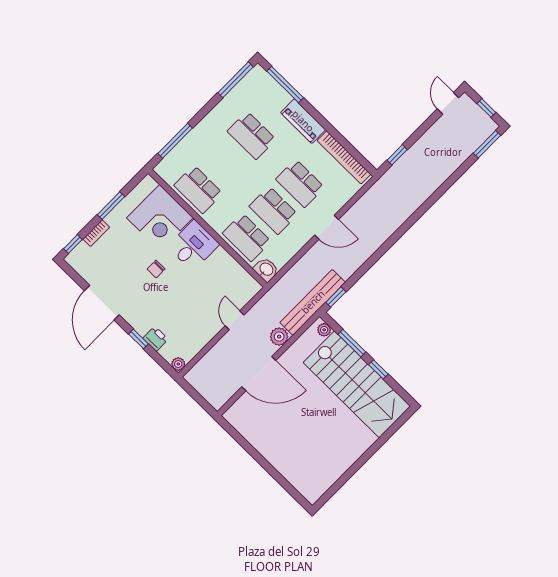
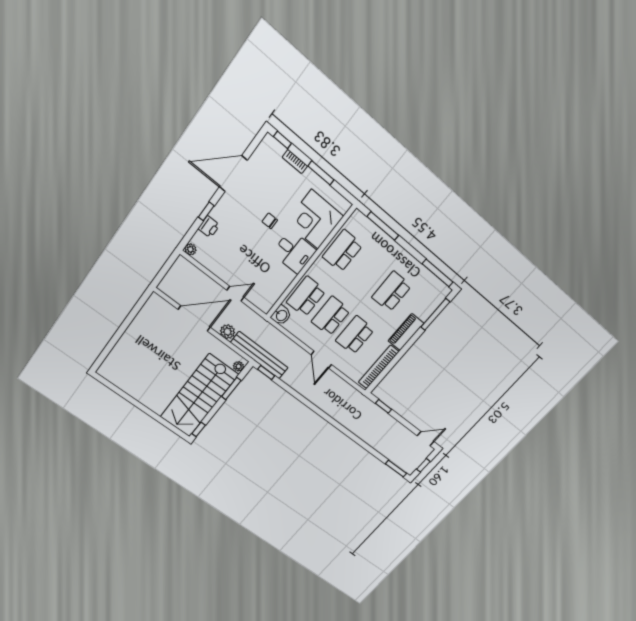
window: (378, 369) -> (199, 429), moved
door: (259, 374) -> (194, 318), swing flipped

